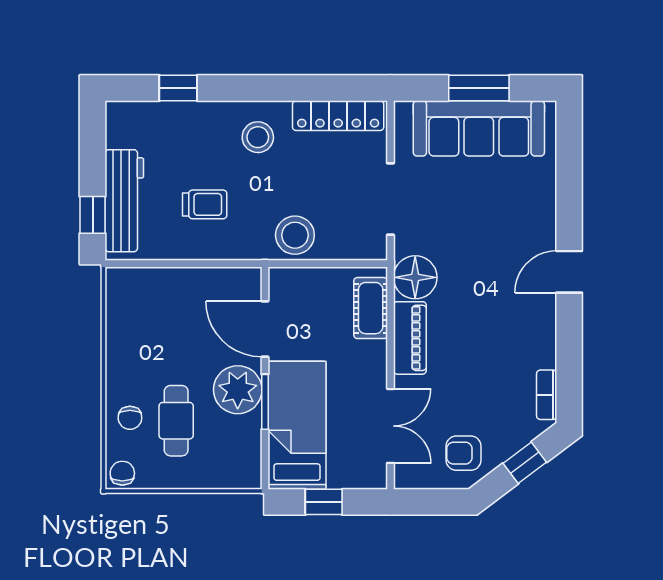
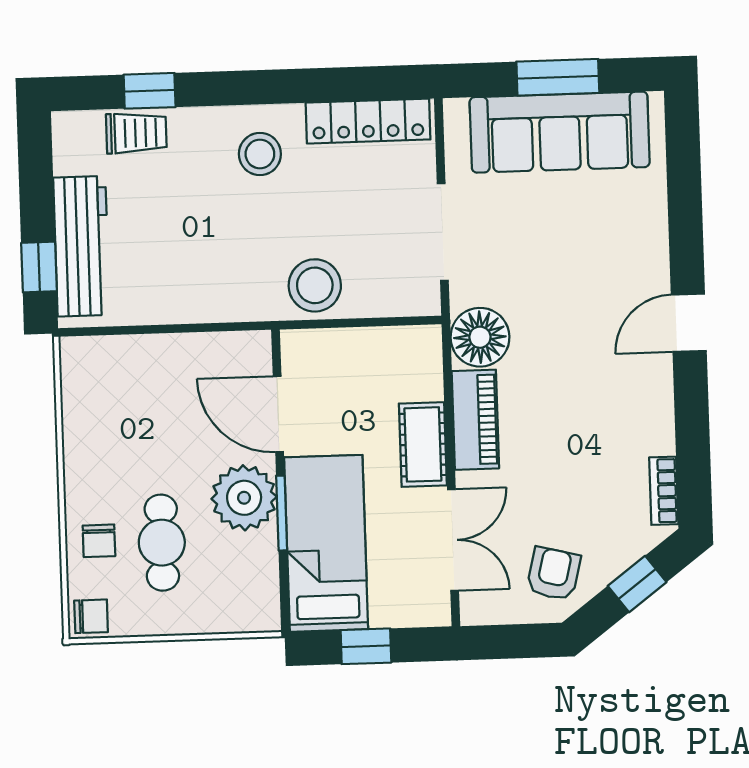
trolley: (205, 204) -> (136, 133), moved
cot: (371, 308) -> (423, 444), moved
armchair: (464, 453) -> (554, 574), turned 104
chair: (122, 473) -> (91, 616), turned 90

